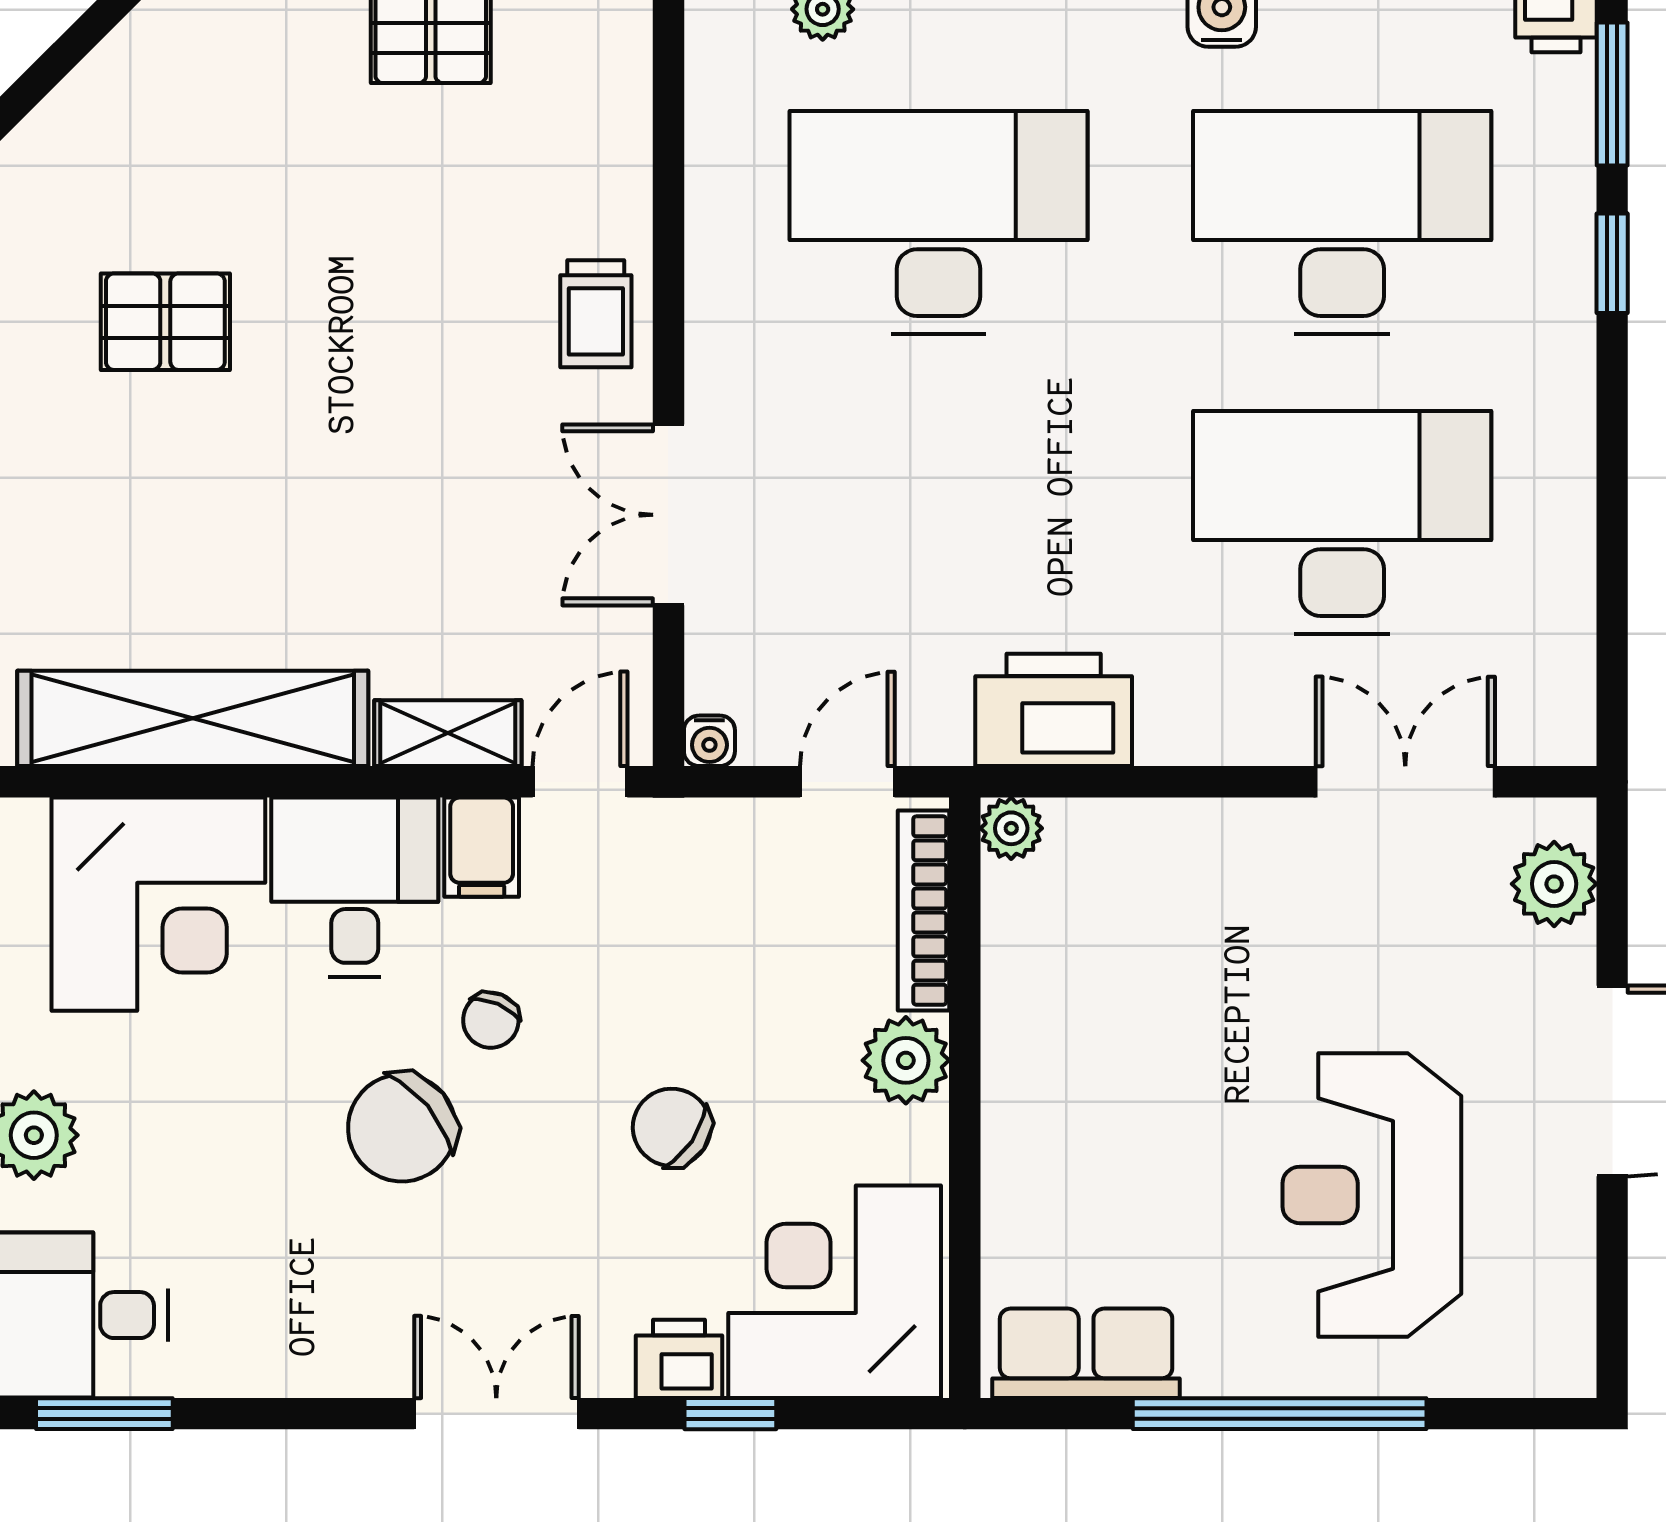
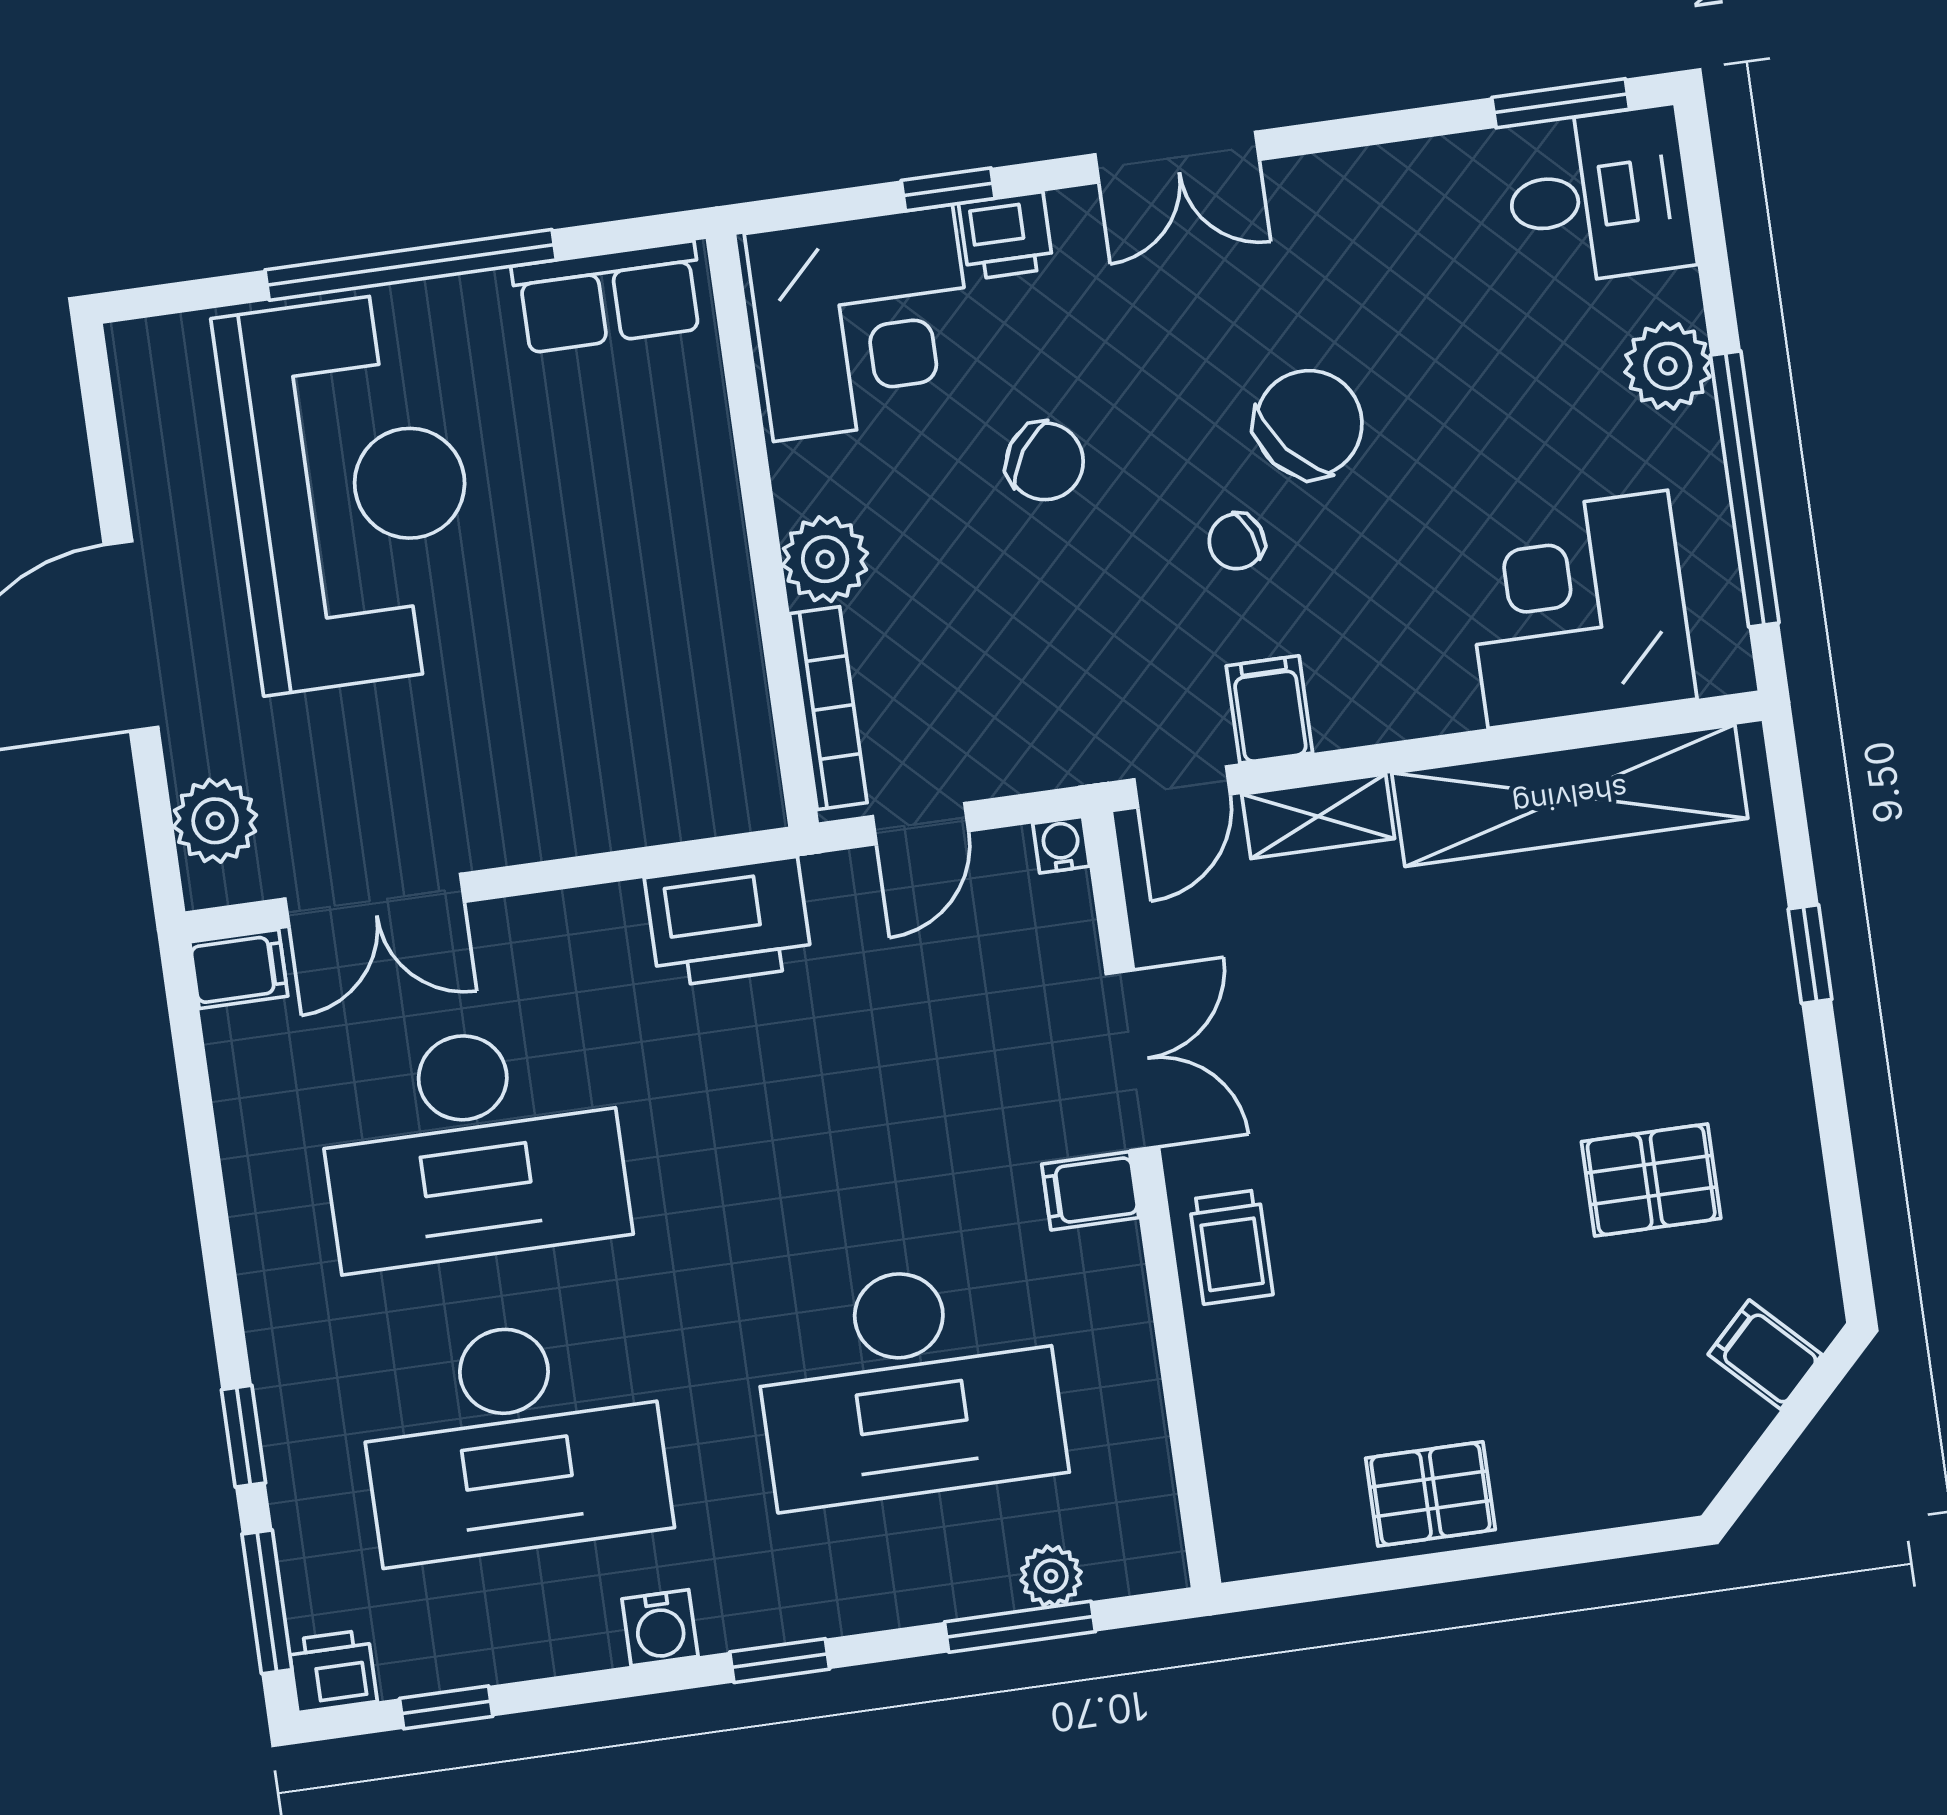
filing cabinet: (76, 131) -> (1765, 1355), added
trolley: (596, 314) -> (1231, 1247), turned 180
filing cabinet: (729, 390) -> (1090, 1191), added
filing cabinet: (1551, 732) -> (239, 969), added
plant: (1011, 828) -> (754, 801), removed
desk: (355, 887) -> (1388, 653), removed
chair: (491, 1020) -> (1237, 541), turned -135
reception desk: (1372, 1195) -> (351, 492), width x1.36, depth x1.30

